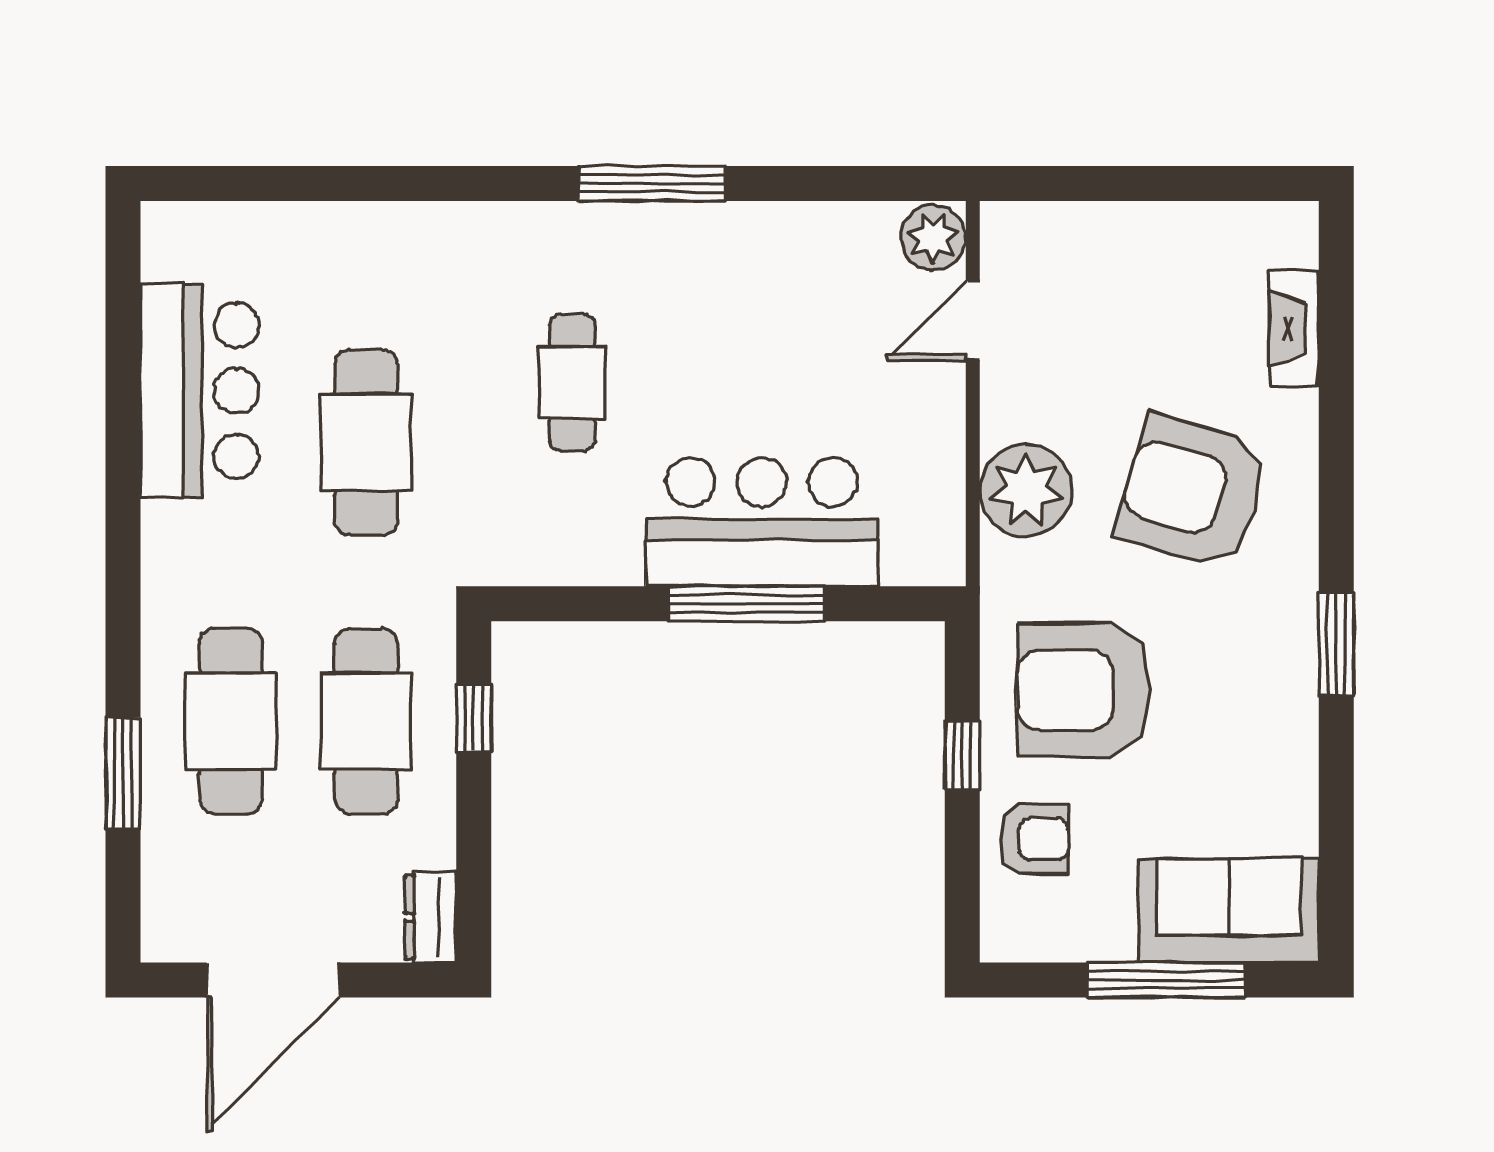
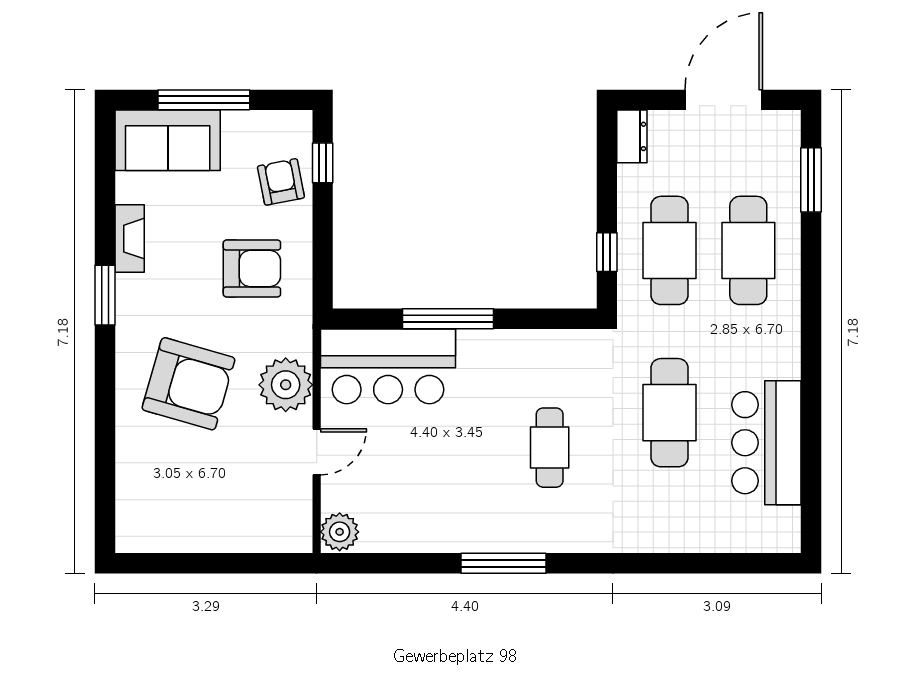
door: (973, 321) -> (317, 452), moved
fireplace: (1294, 329) -> (130, 239), moved
bar counter: (762, 522) -> (388, 366), moved
armchair: (1084, 690) -> (252, 268), width x0.73, depth x0.73
window: (962, 756) -> (323, 163), moved
window: (123, 773) -> (811, 180), moved
armchair: (1034, 839) -> (281, 182), turned 79

